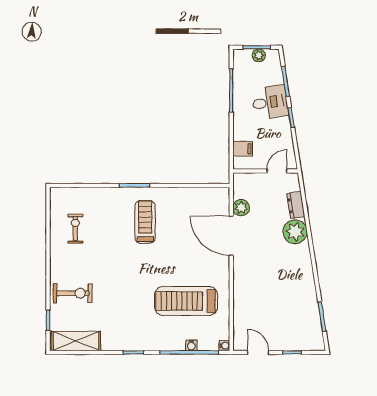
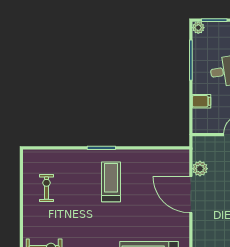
plant: (259, 55) -> (198, 28), moved
filing cabinet: (243, 149) -> (201, 101), moved

